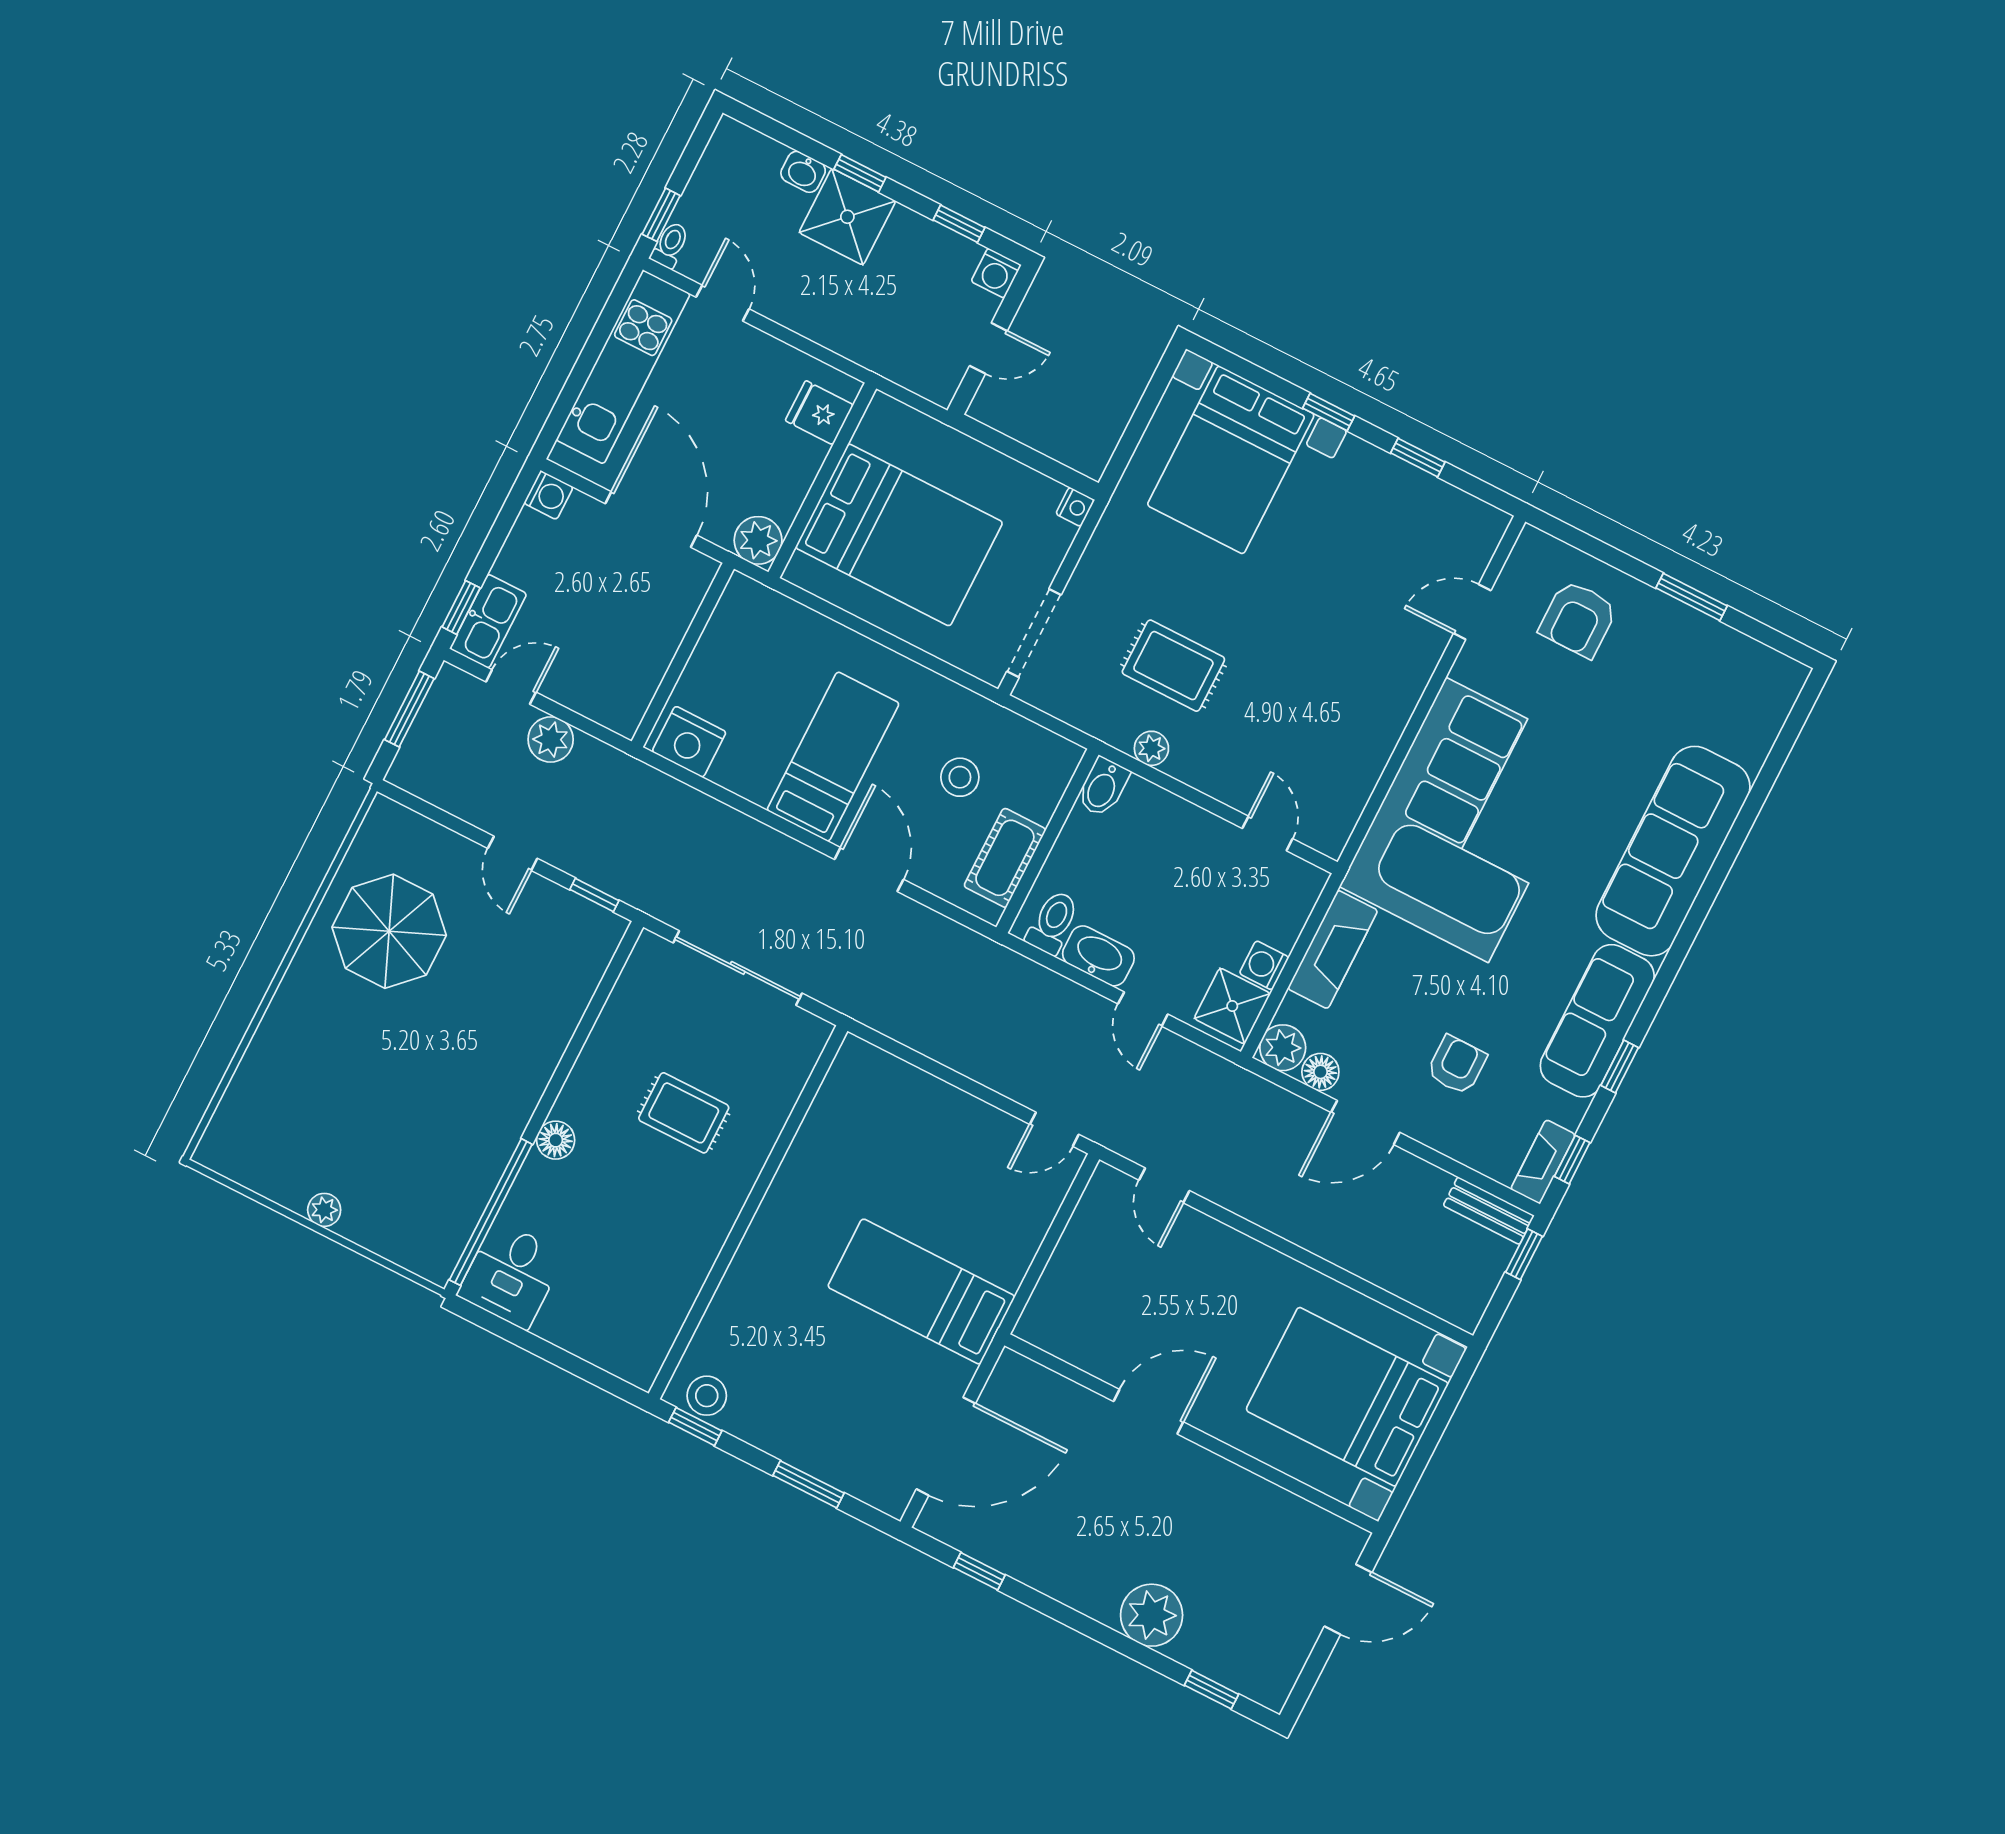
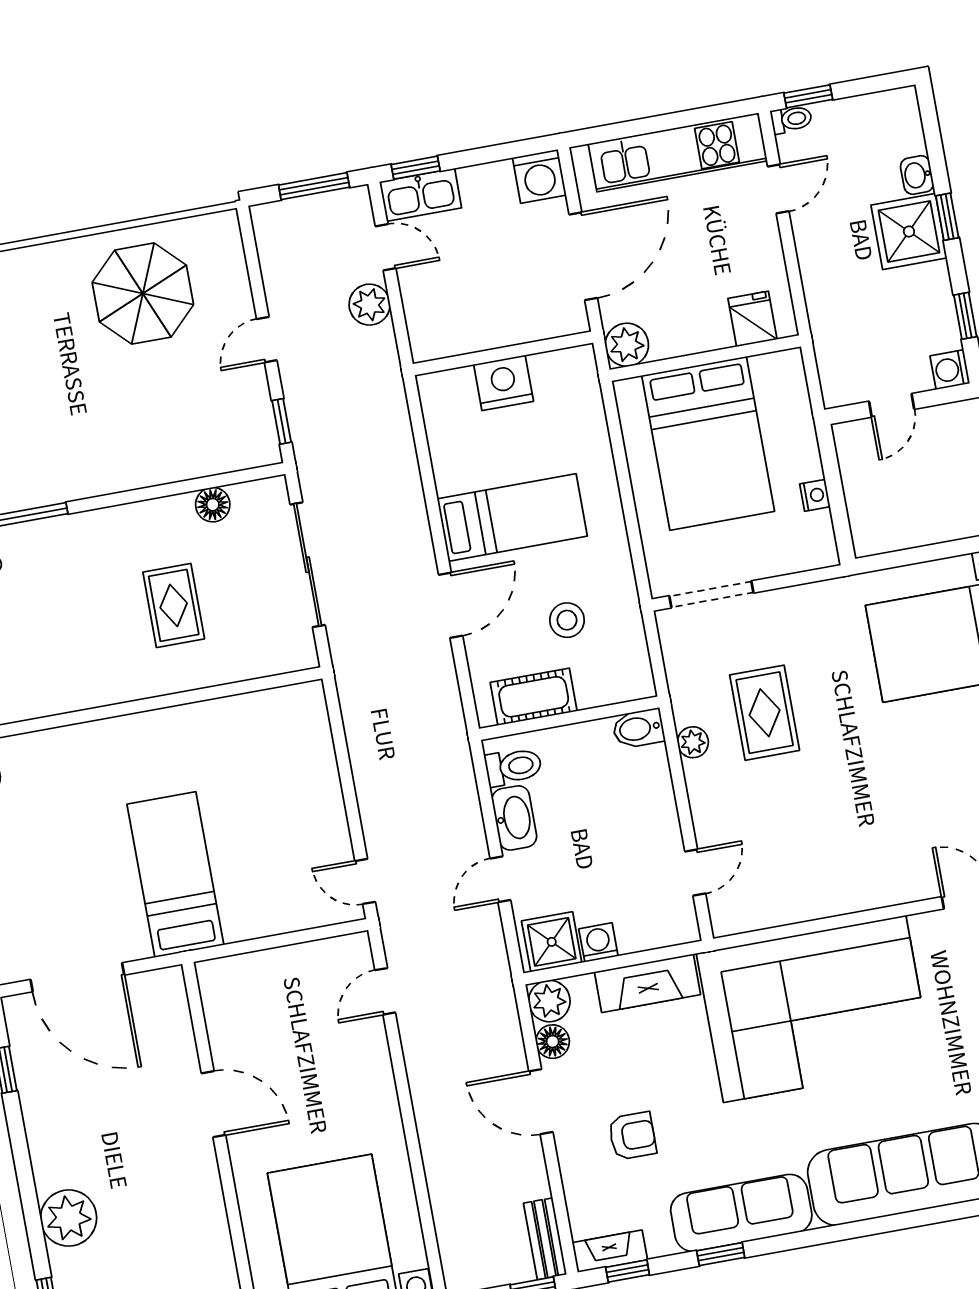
door: (988, 348) -> (892, 405), hinge flipped
washing machine: (549, 495) -> (539, 176), width x1.38, depth x1.38
nightstand: (1075, 507) -> (815, 495), moved, turned -90
nightstand: (689, 742) -> (504, 383), moved, turned 90
floor lamp: (556, 1140) -> (213, 505), moved

